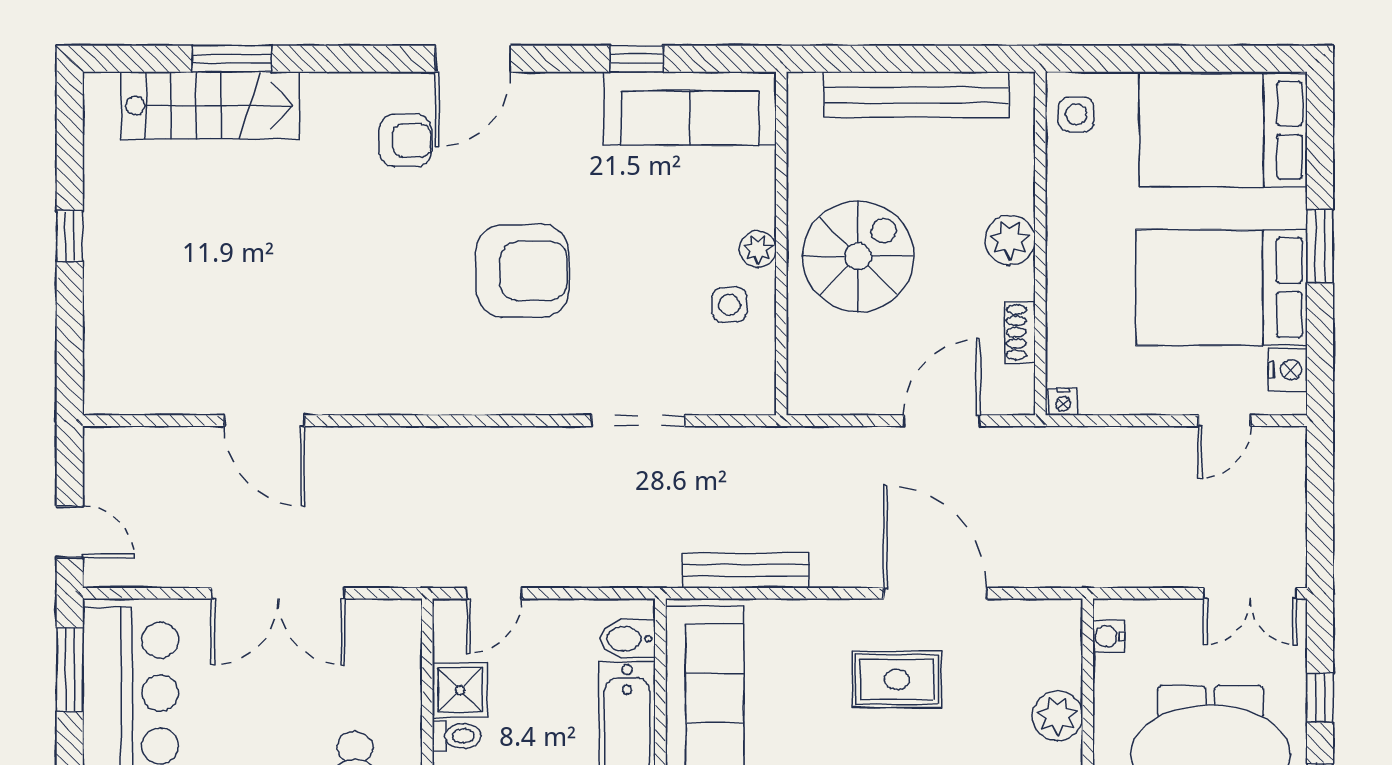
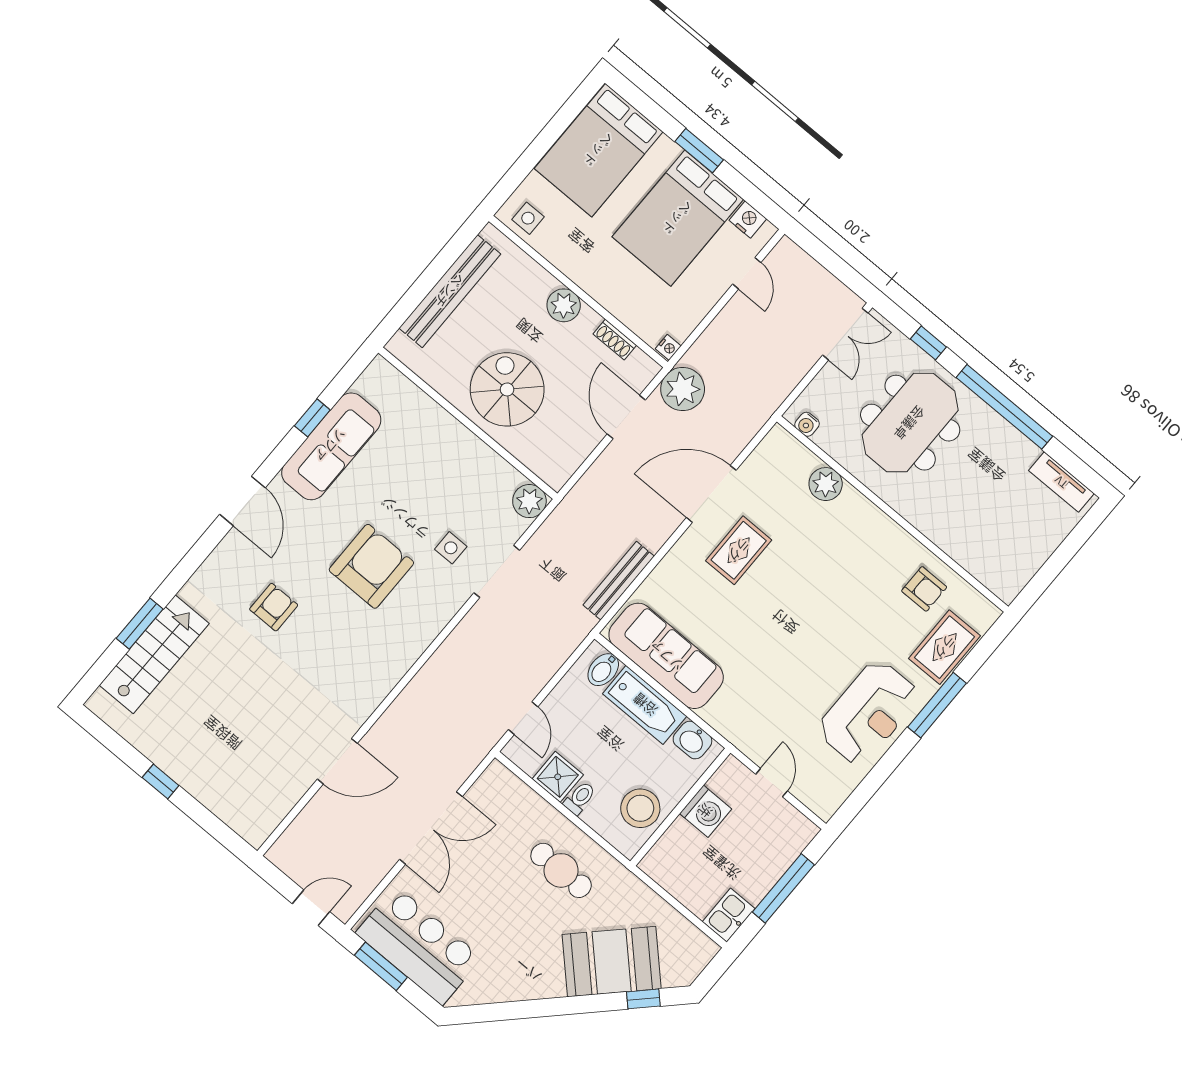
sofa: (690, 108) -> (331, 446), moved
armchair: (405, 140) -> (274, 607), moved
plant: (758, 249) -> (529, 501), moved, width x1.38, depth x1.38
side table: (729, 305) -> (451, 548), moved
plant: (1029, 459) -> (683, 389), added

